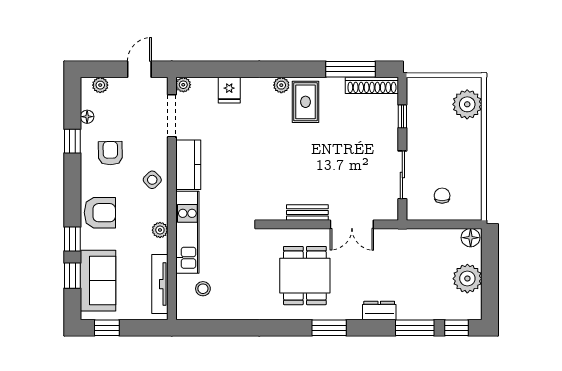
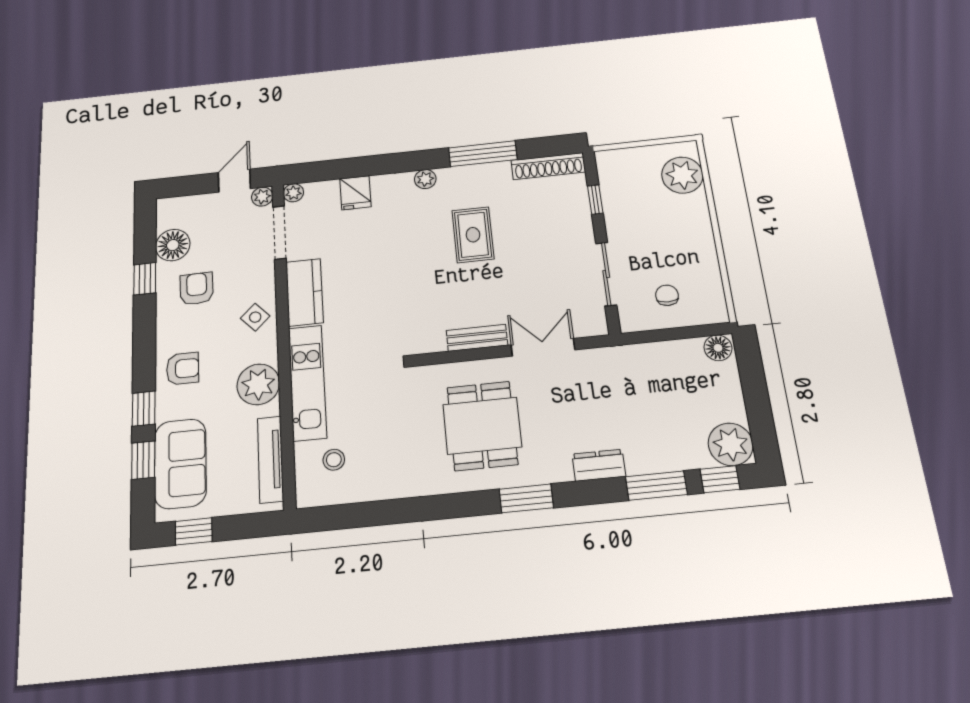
window: (351, 69) -> (483, 154), moved
plant: (100, 85) -> (262, 197), moved
rug: (306, 102) -> (473, 235), moved
floor lamp: (87, 117) -> (173, 245), width x1.89, depth x1.89
armchair: (100, 213) -> (183, 369), width x0.72, depth x0.72
double door: (352, 224) -> (543, 347), swing flipped
plant: (160, 230) -> (258, 384), width x1.88, depth x1.88
plant: (467, 279) -> (731, 444), moved

